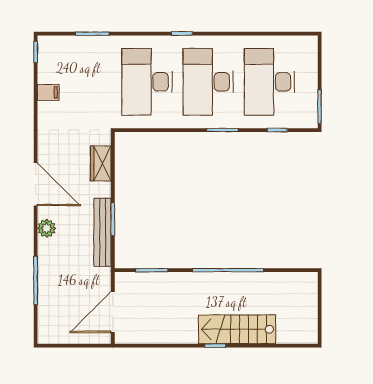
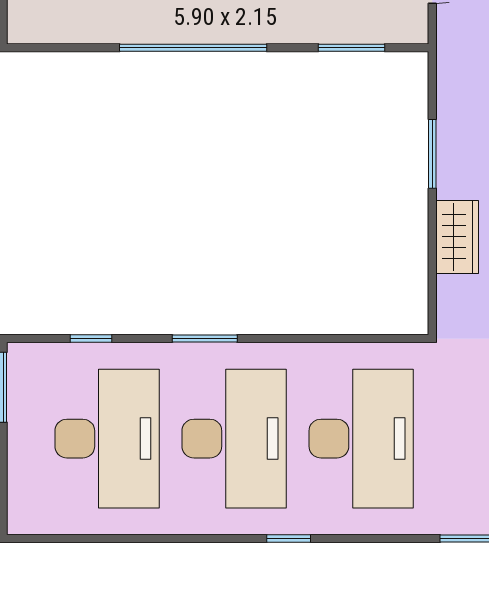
wardrobe: (101, 163) -> (457, 237), moved
bench: (102, 232) -> (453, 126), removed

